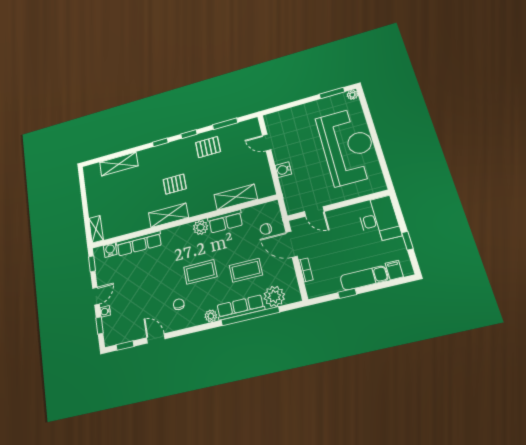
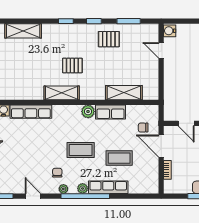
water cooler: (283, 170) -> (170, 31), moved
plant: (274, 296) -> (63, 189), moved, width x0.53, depth x0.53
window: (250, 316) -> (85, 196), moved

